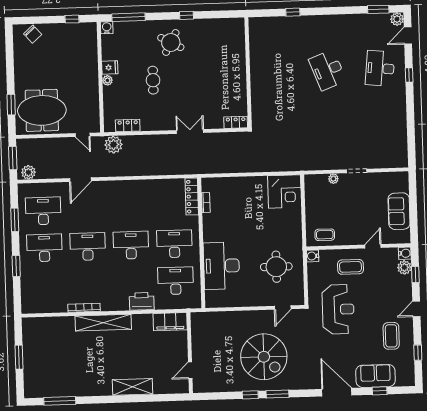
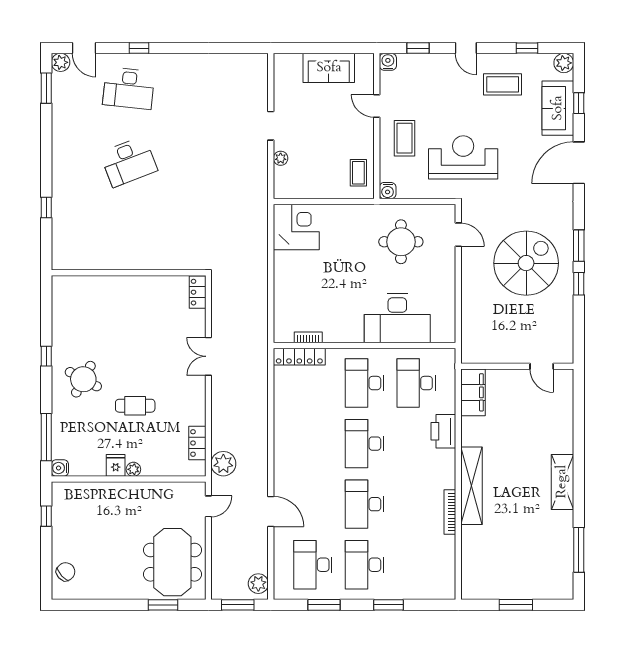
plant: (404, 267) -> (564, 63), moved
shelving: (133, 387) -> (562, 482), moved

